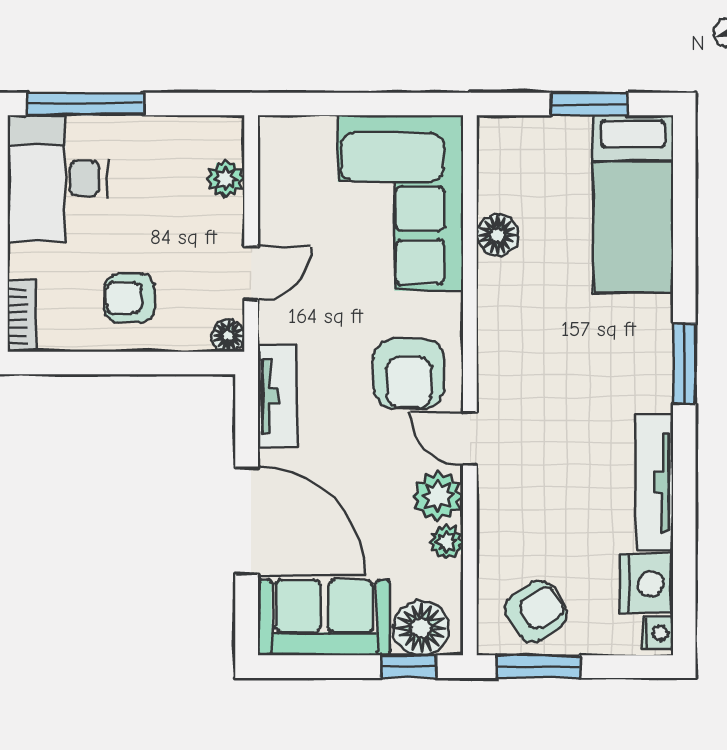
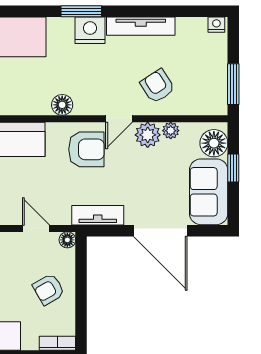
floor lamp: (497, 235) -> (62, 105), moved
armchair: (130, 298) -> (49, 289), turned 59
door: (247, 521) -> (160, 231), swing flipped
nightstand: (646, 583) -> (90, 30), moved
armchair: (536, 611) -> (158, 86), moved
window: (409, 667) -> (233, 168), moved

